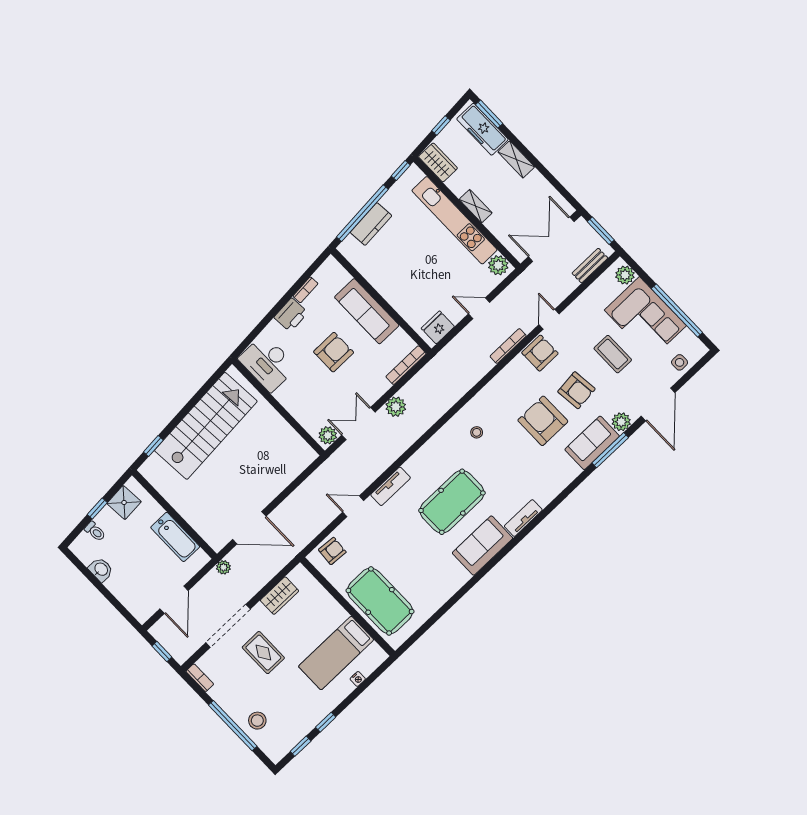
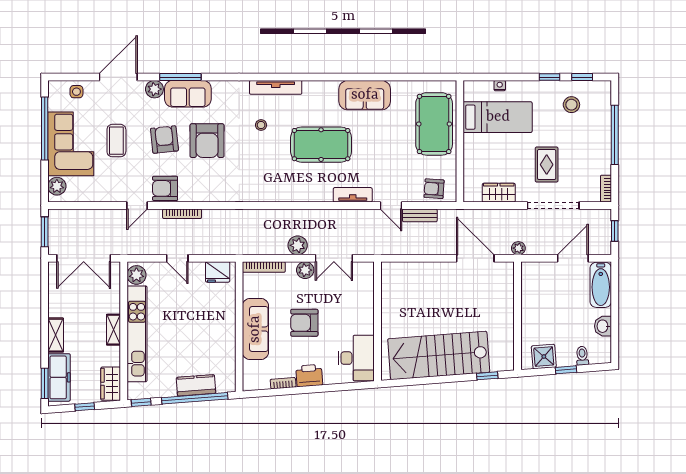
bench: (590, 266) -> (420, 215), moved
stool: (477, 432) -> (261, 125), moved
plant: (328, 435) -> (305, 270), moved
tv unit: (523, 518) -> (276, 87), width x1.41
bathtub: (175, 537) -> (601, 285), moved, turned 180
sofa: (483, 546) -> (365, 95), moved
stool: (257, 721) -> (571, 105), moved

